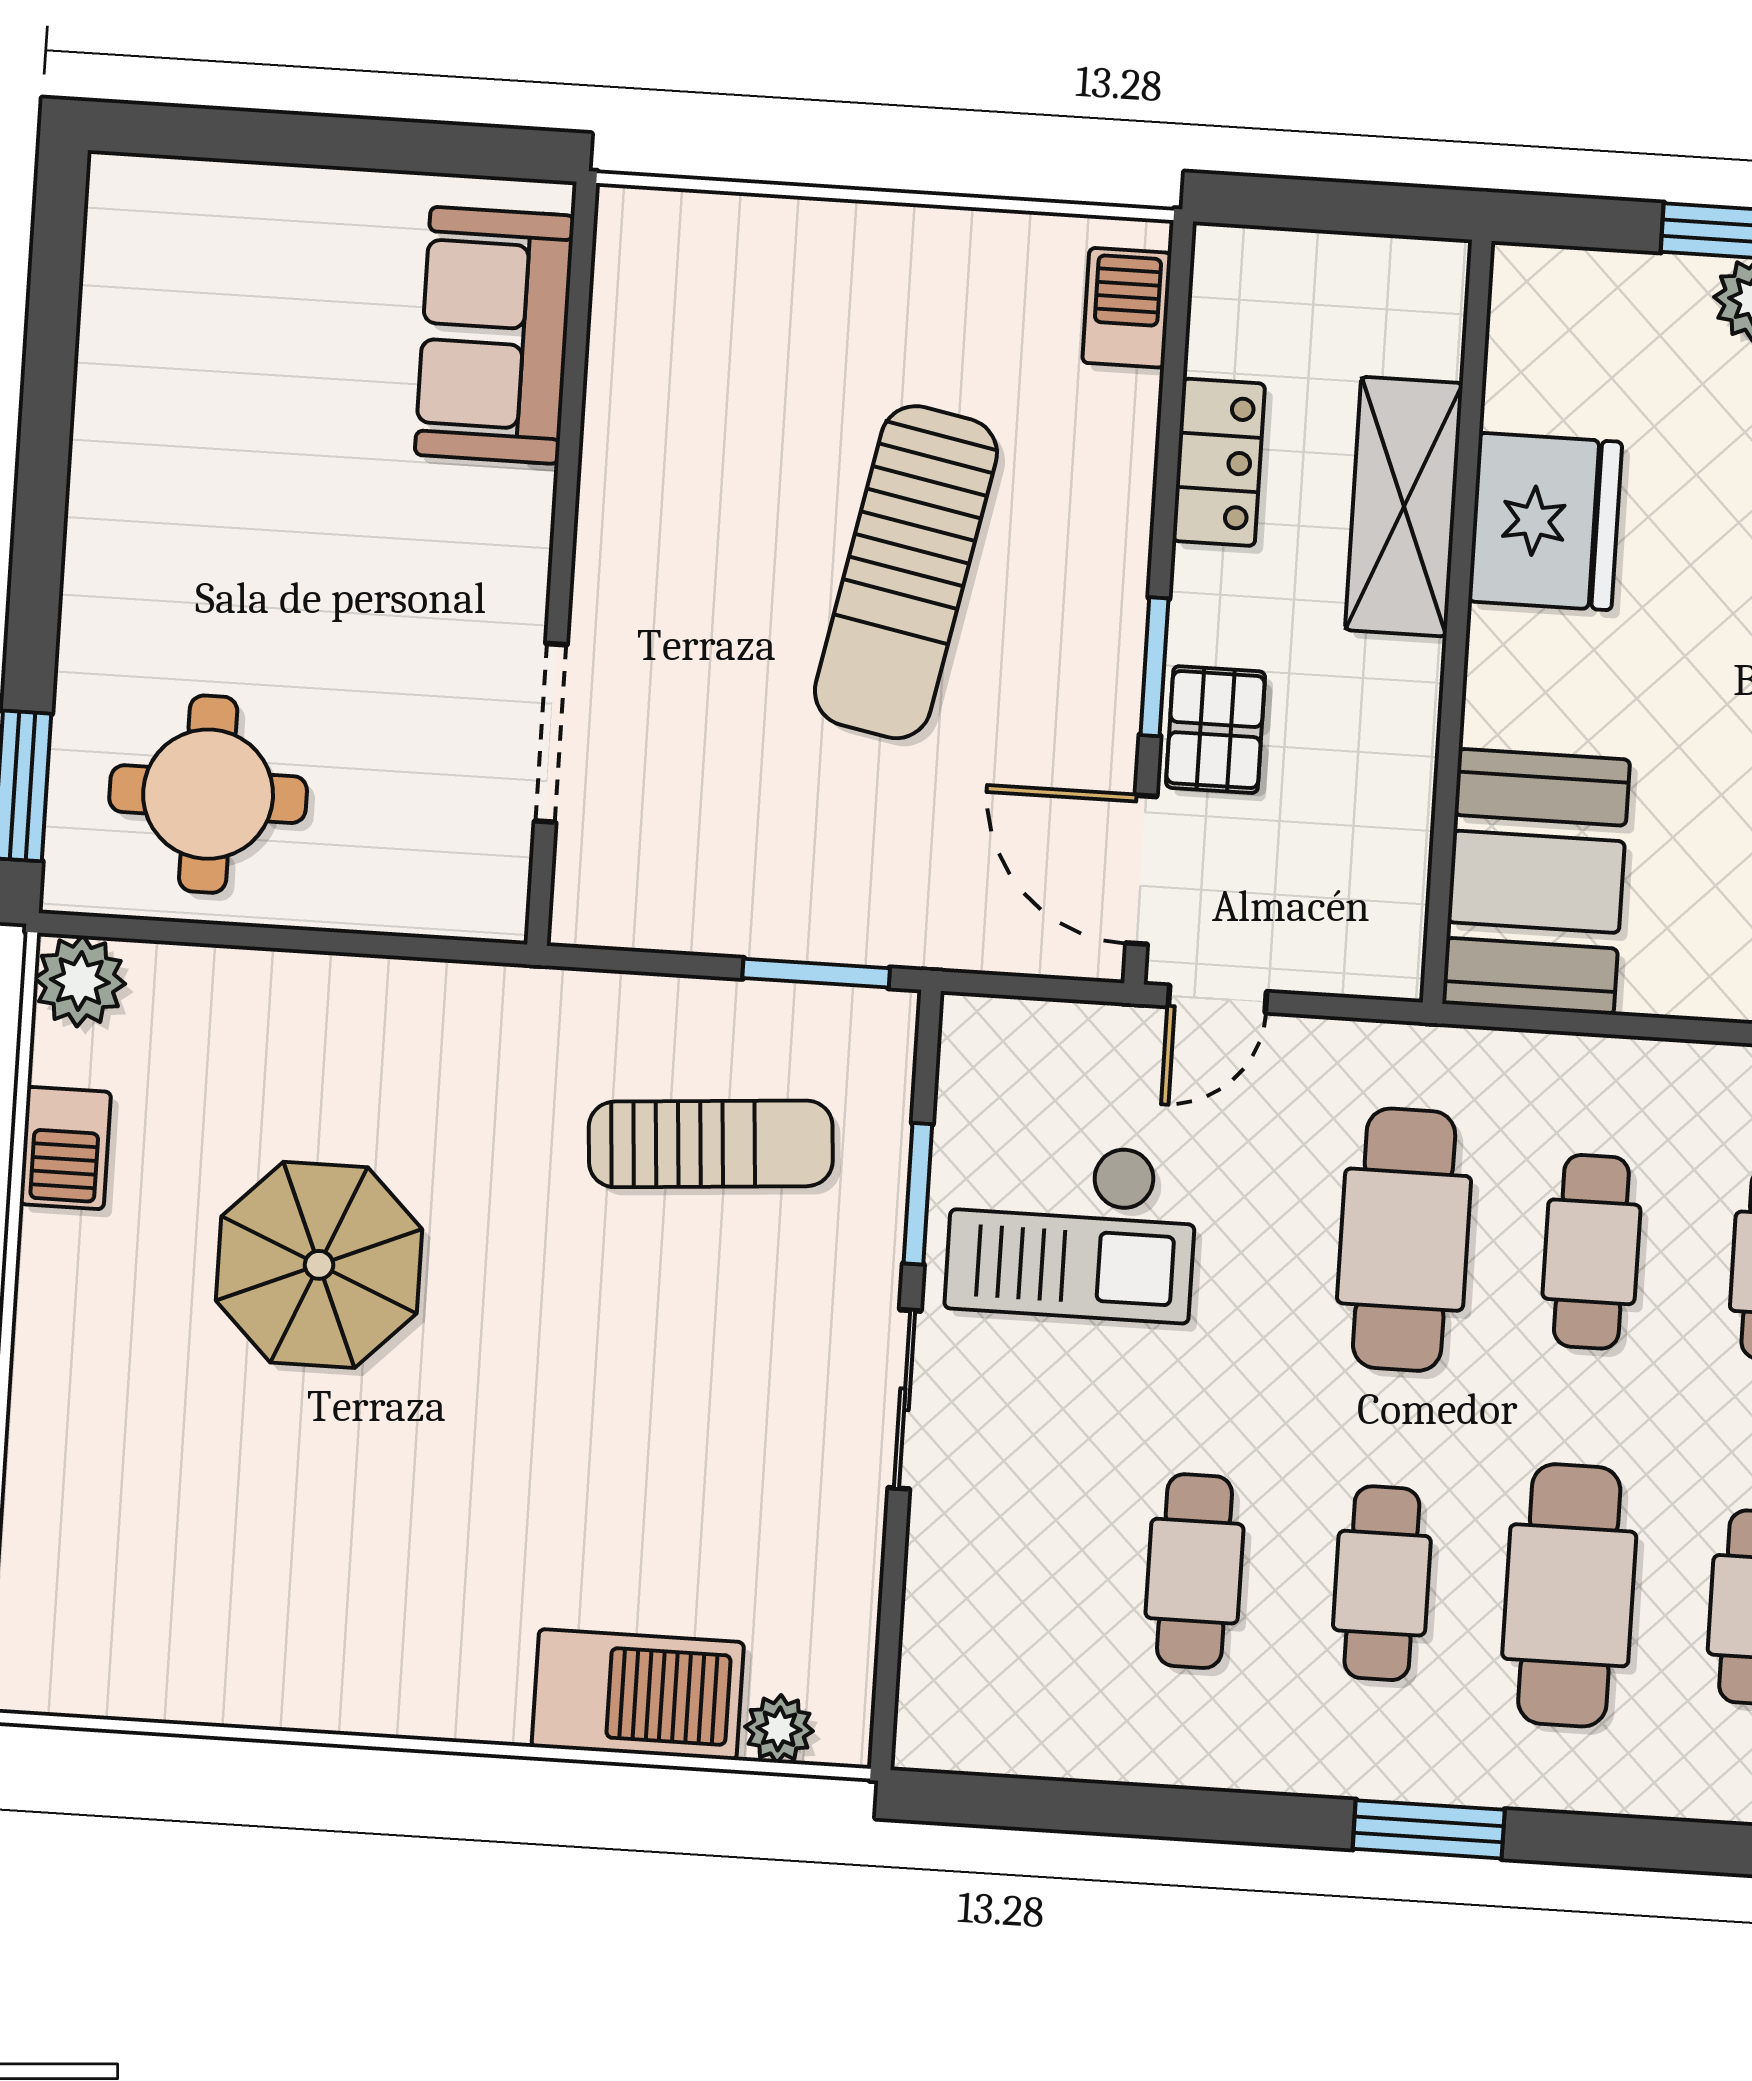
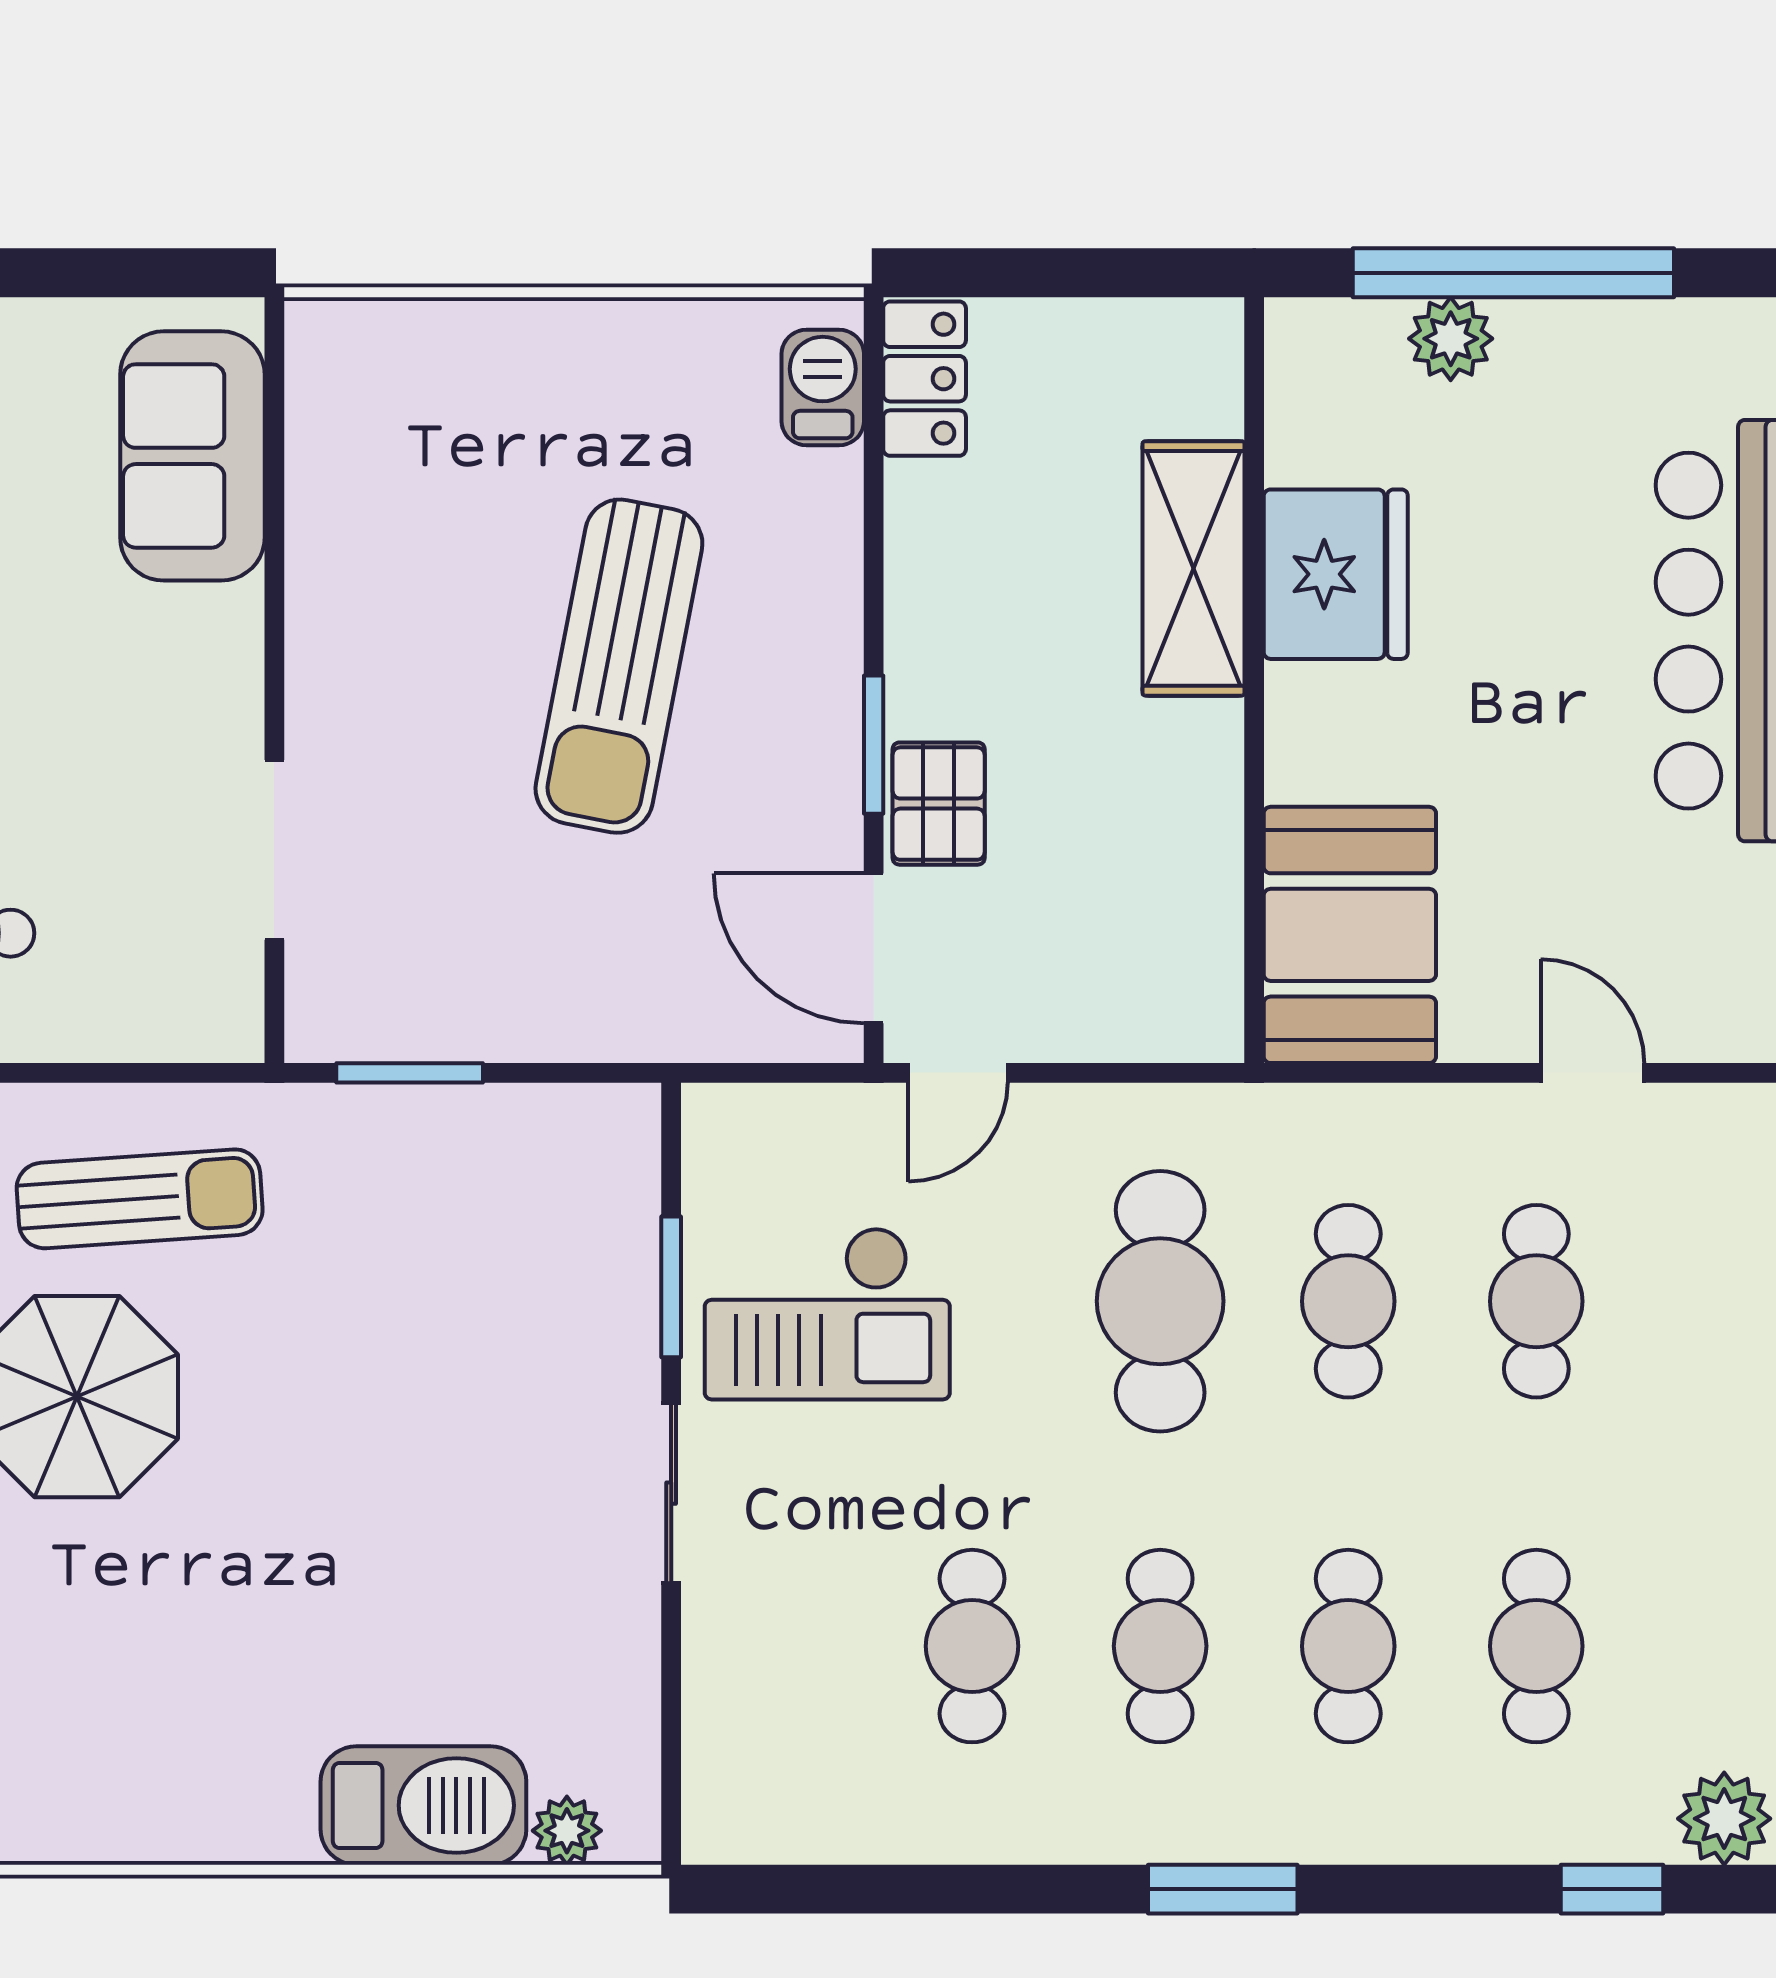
locker: (1219, 462) -> (925, 379), moved
shelving: (1404, 507) -> (1194, 568), moved
fridge: (1545, 522) -> (1336, 574), moved
wall: (1457, 622) -> (1254, 680), moved
booth: (1536, 882) -> (1350, 935), moved
window: (816, 973) -> (410, 1073), moved
sun lounger: (711, 1144) -> (140, 1199), moved
cafe table: (1569, 1595) -> (1348, 1646), width x0.73, depth x0.74

